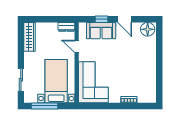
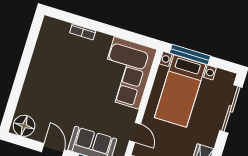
sliding door: (21, 80) -> (231, 109), width x1.37
window: (45, 106) -> (190, 55), moved

